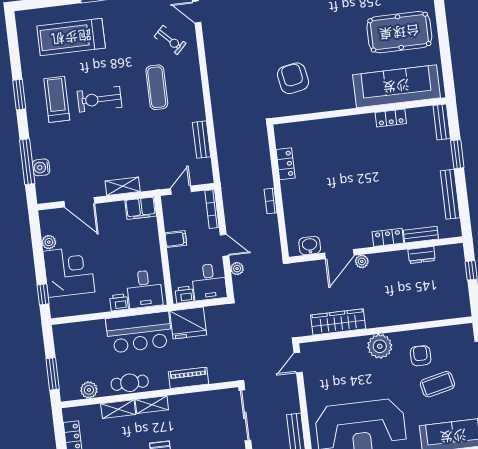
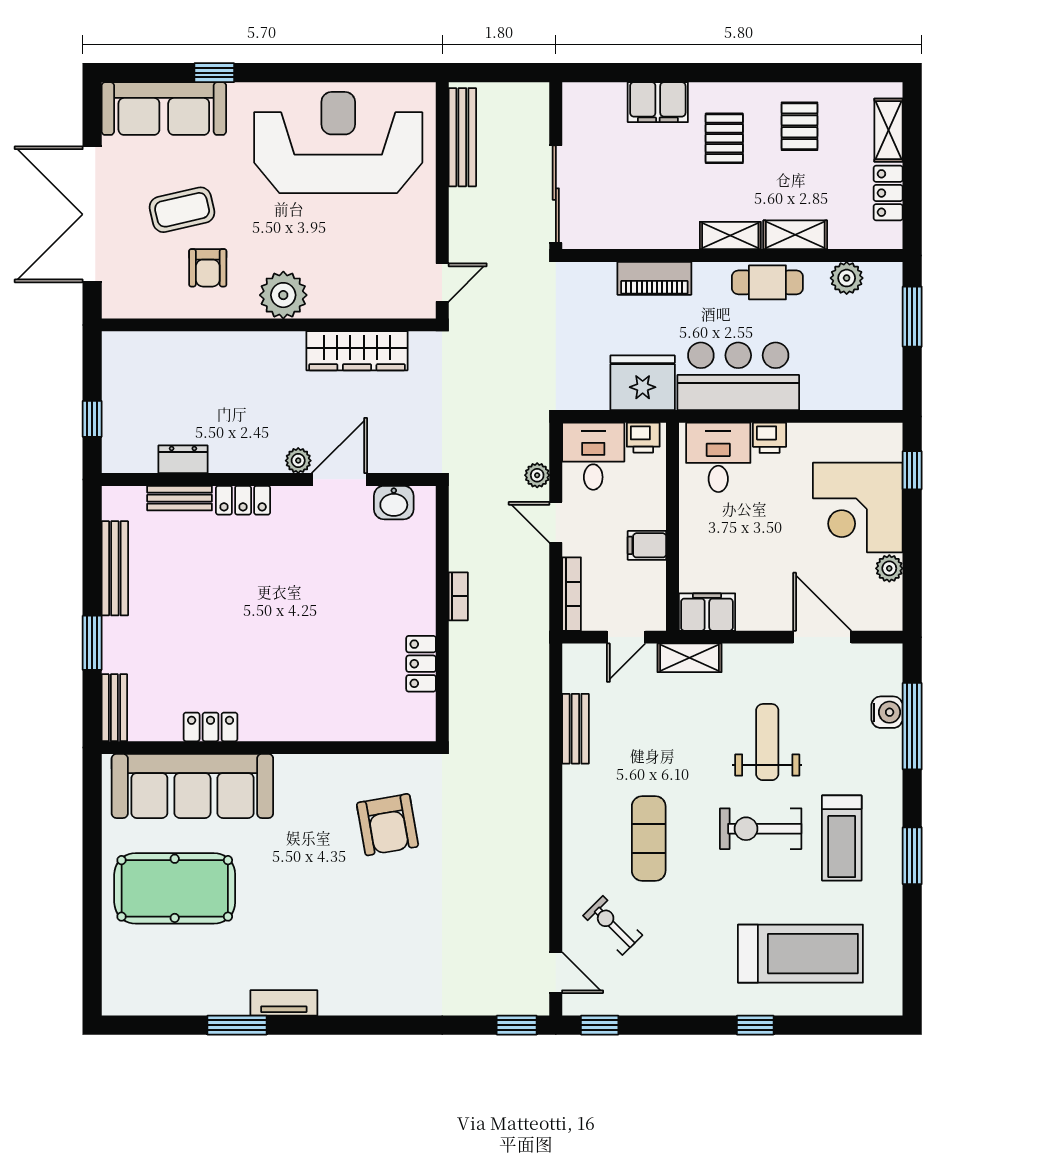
exercise bike: (99, 99) -> (761, 829), turned 180
weight bench: (101, 145) -> (767, 742), added
shelving: (123, 186) -> (689, 658), moved

